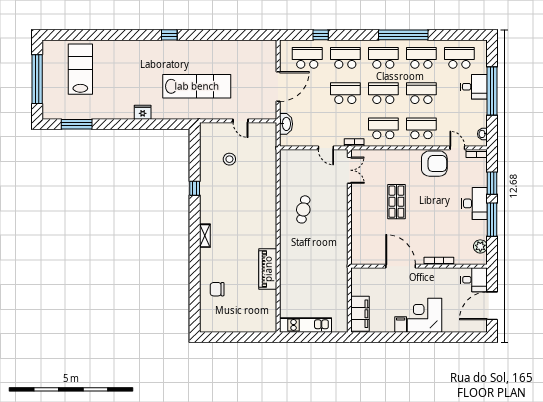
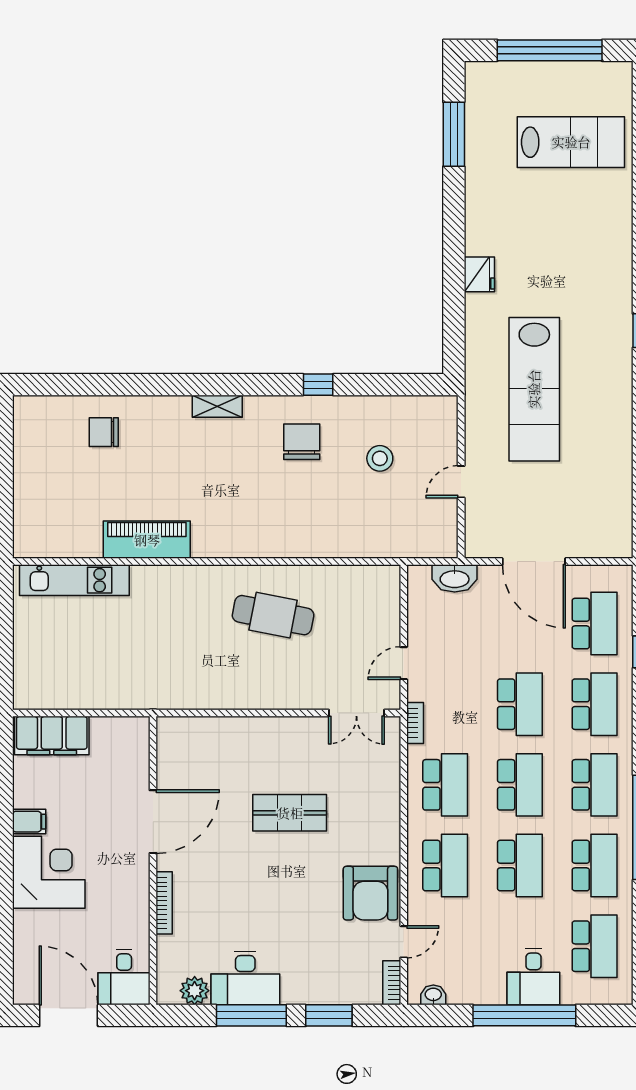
chair: (222, 196) -> (302, 442), added
desk: (474, 203) -> (245, 978), moved
cafe table: (303, 209) -> (273, 615), width x1.37, depth x1.35
chair: (217, 289) -> (104, 432), turned -90
kitchen unit: (305, 325) -> (74, 580), moved, turned 90

